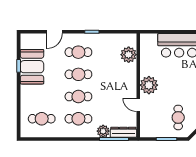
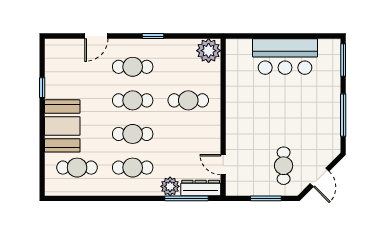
plant: (129, 55) -> (209, 51), moved
booth: (32, 67) -> (62, 126), moved
cafe table: (115, 74) -> (188, 100), added
plant: (149, 85) -> (239, 117), removed
door: (138, 105) -> (223, 165), moved

